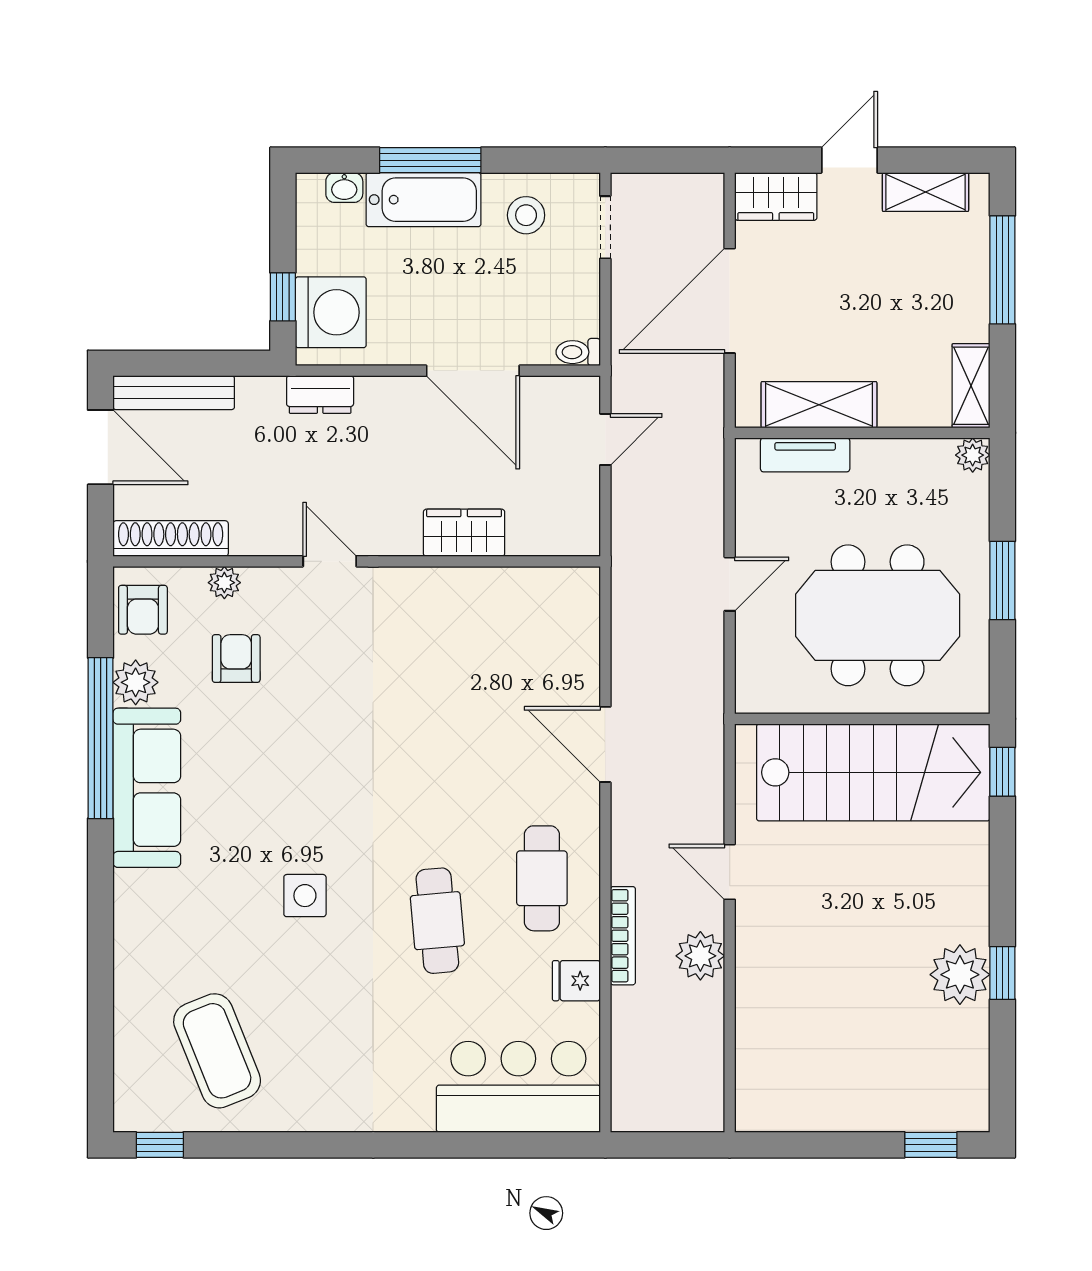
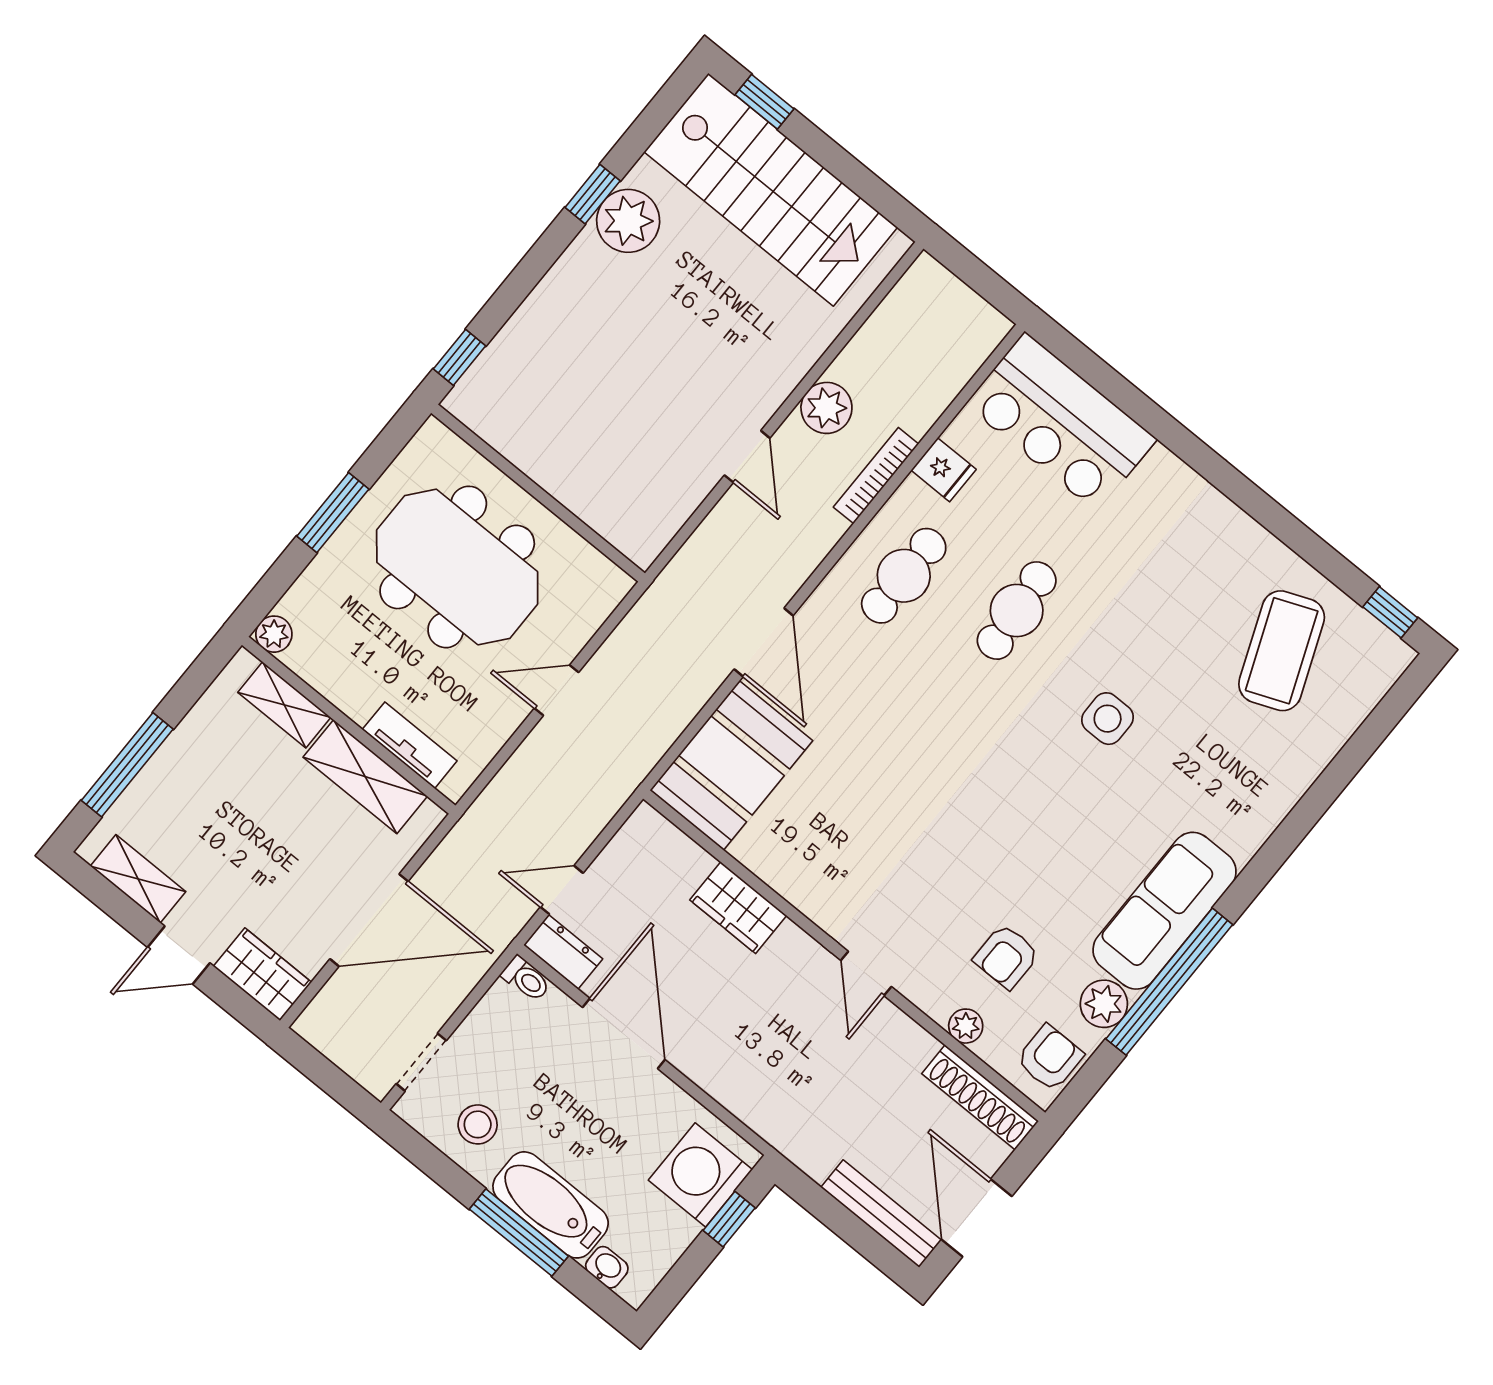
shelving: (971, 386) -> (284, 705), moved, turned 90
dresser: (320, 394) -> (563, 952), moved
booth: (555, 634) -> (731, 765), added
stairs: (873, 772) -> (771, 190), moved, turned 180

